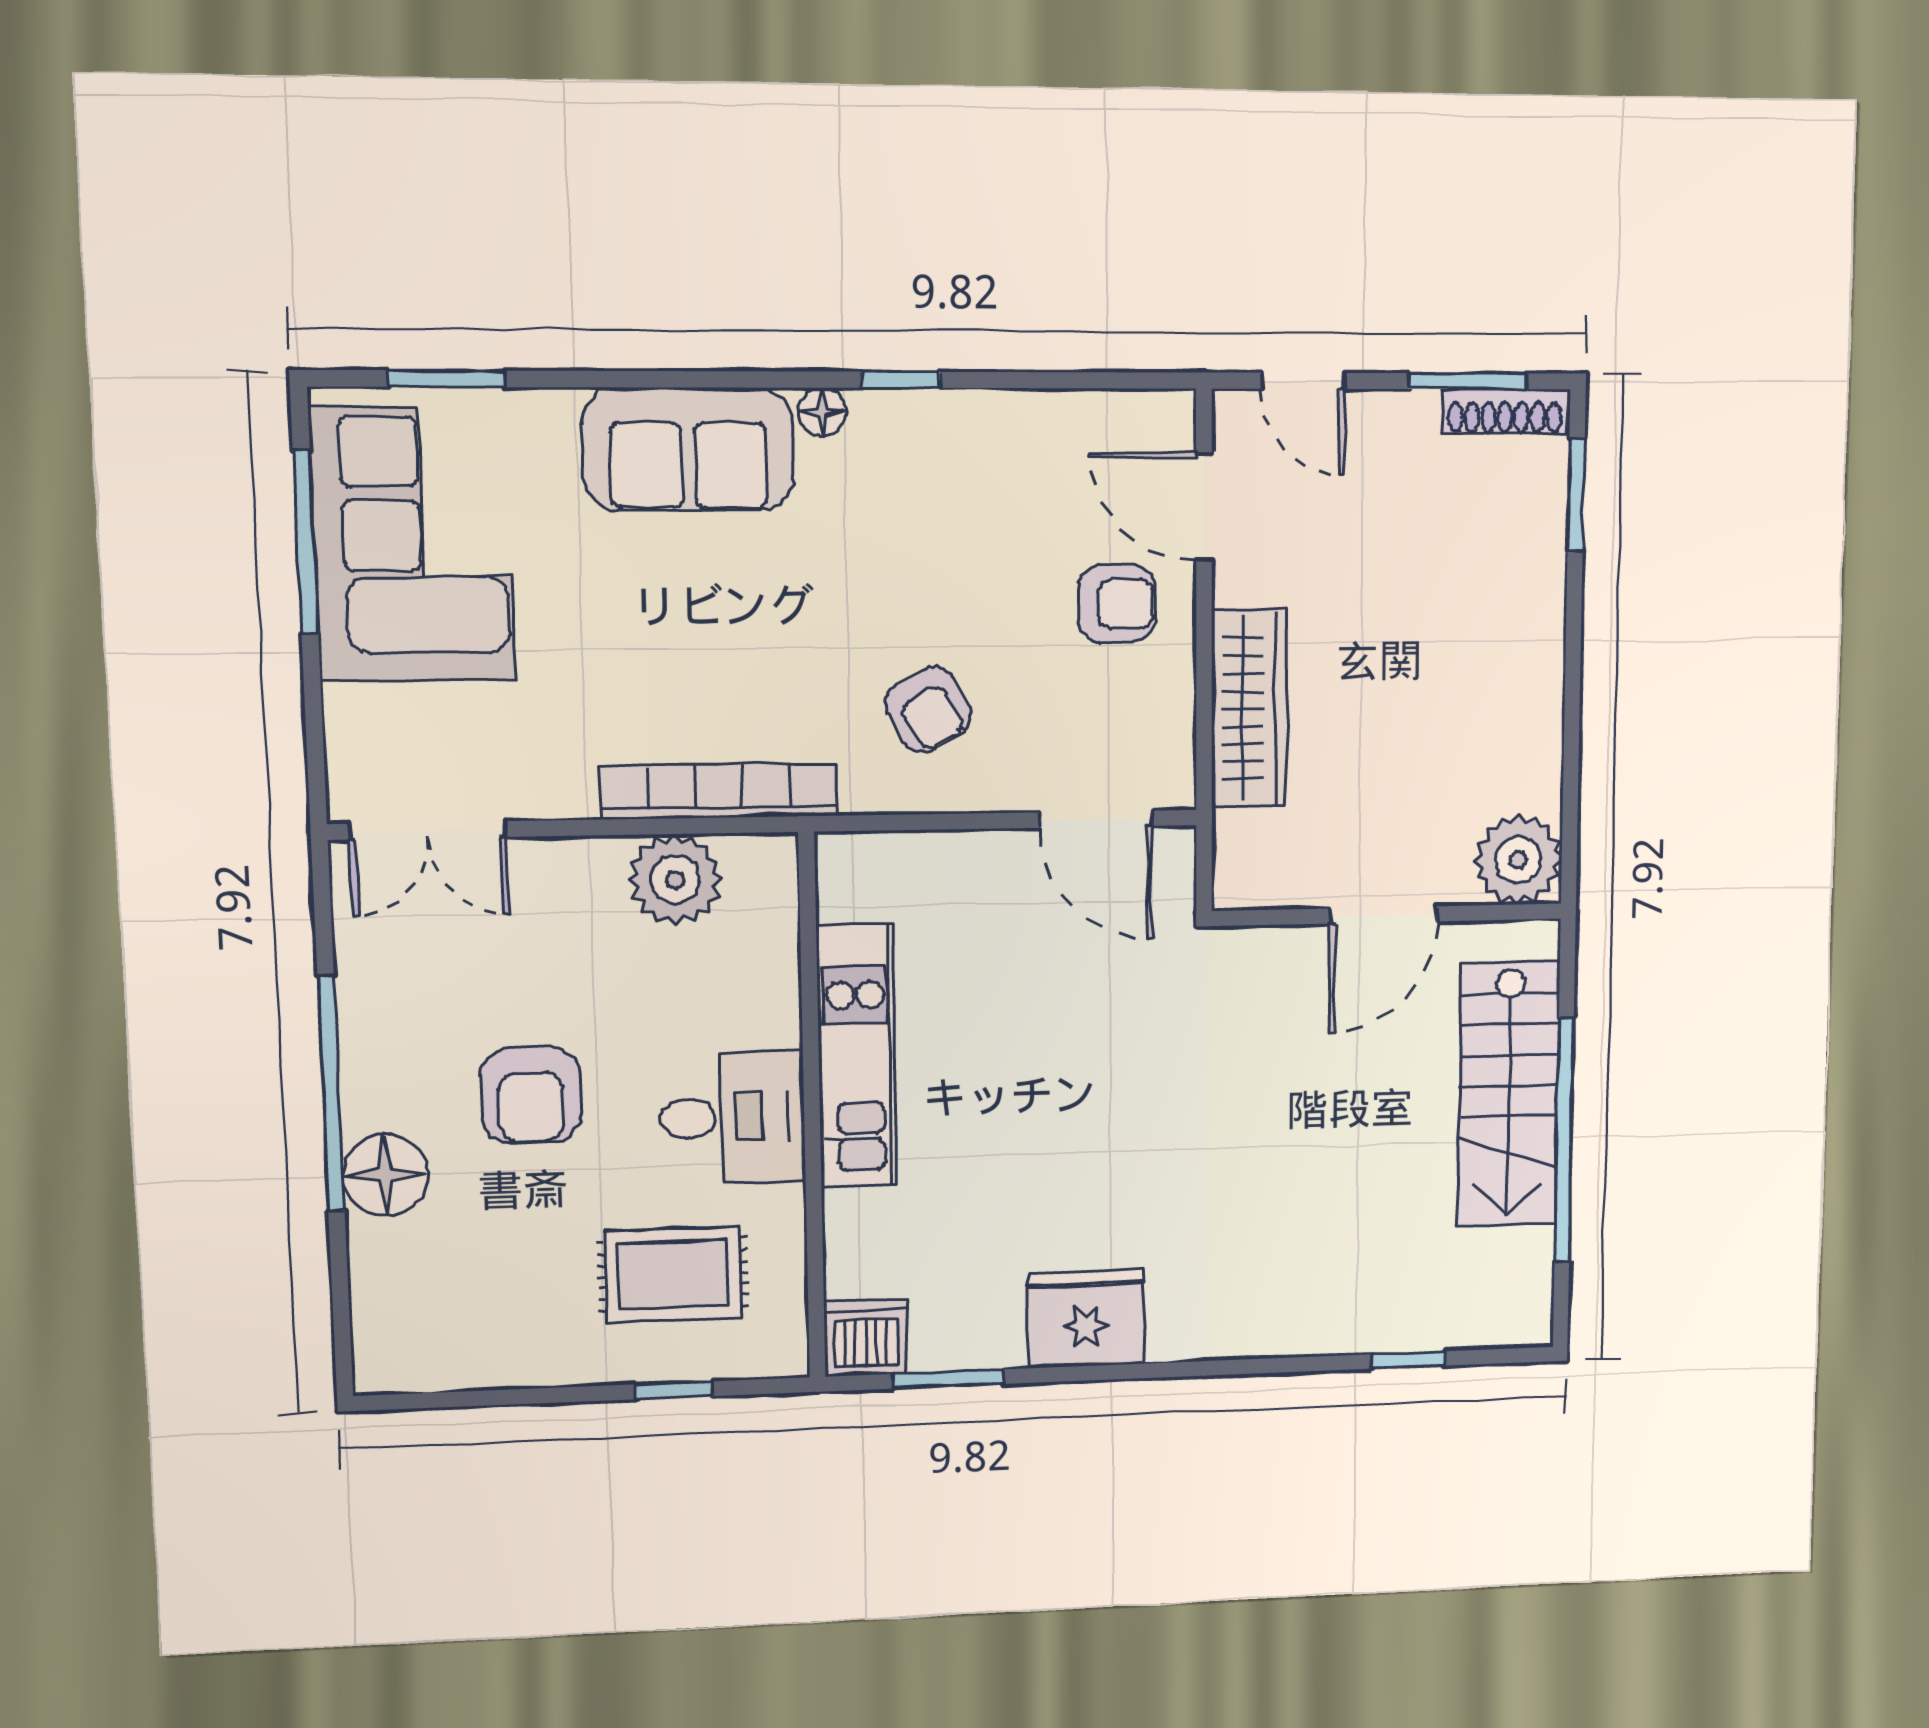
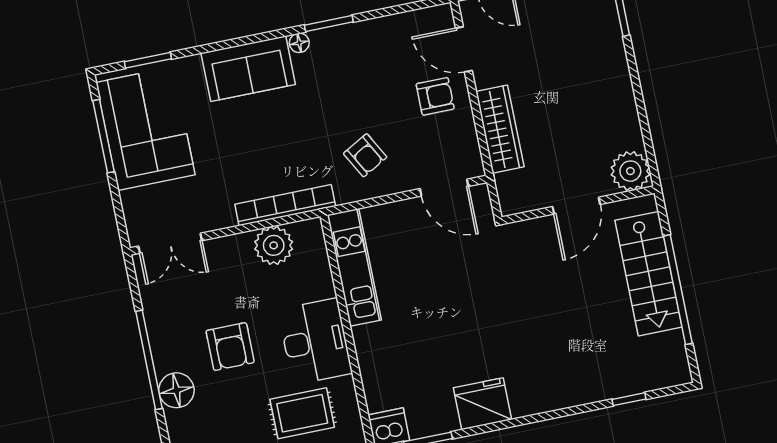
window: (901, 380) -> (329, 23), width x1.50
kitchen unit: (856, 1055) -> (354, 267), moved
desk: (733, 1117) -> (315, 341), width x1.37

